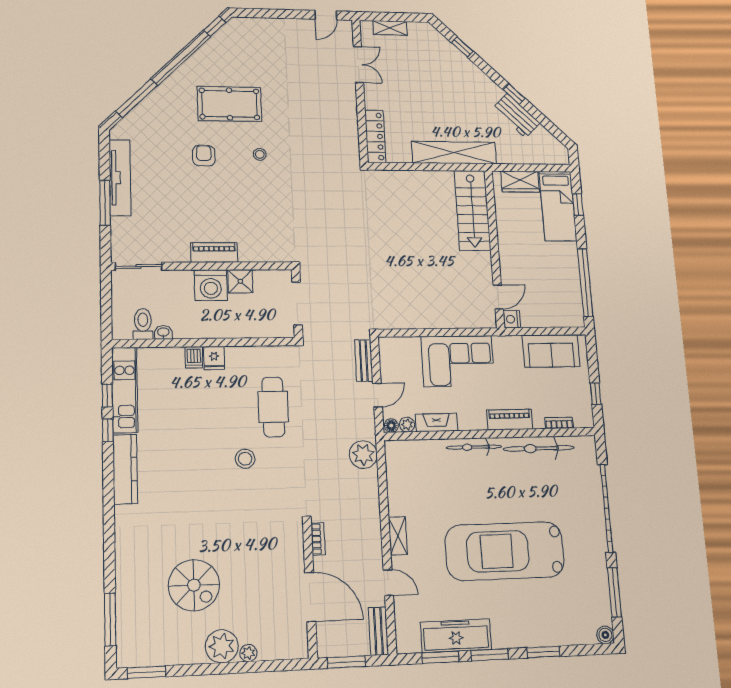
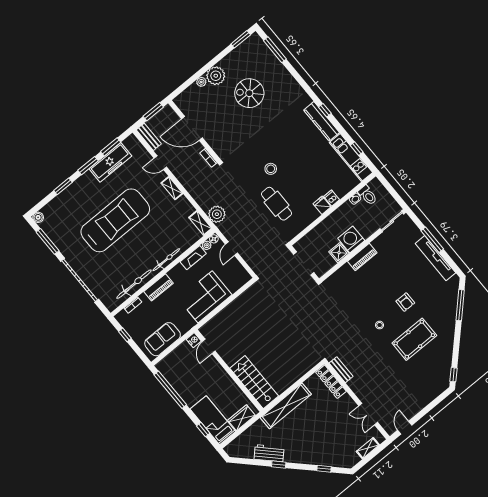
bench: (364, 361) -> (341, 370), moved
window: (108, 430) -> (325, 110), moved
shelving: (394, 460) -> (200, 223), added

